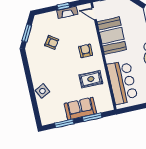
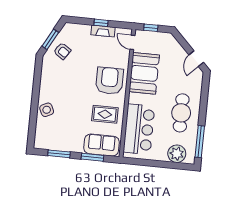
armchair: (52, 42) -> (62, 51), moved
armchair: (86, 51) -> (109, 81), width x1.88, depth x1.88
sofa: (80, 109) -> (102, 145), moved

